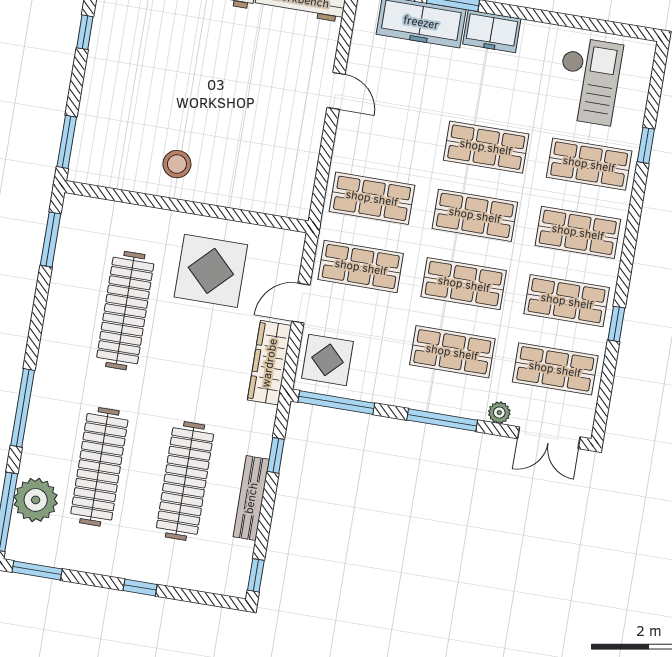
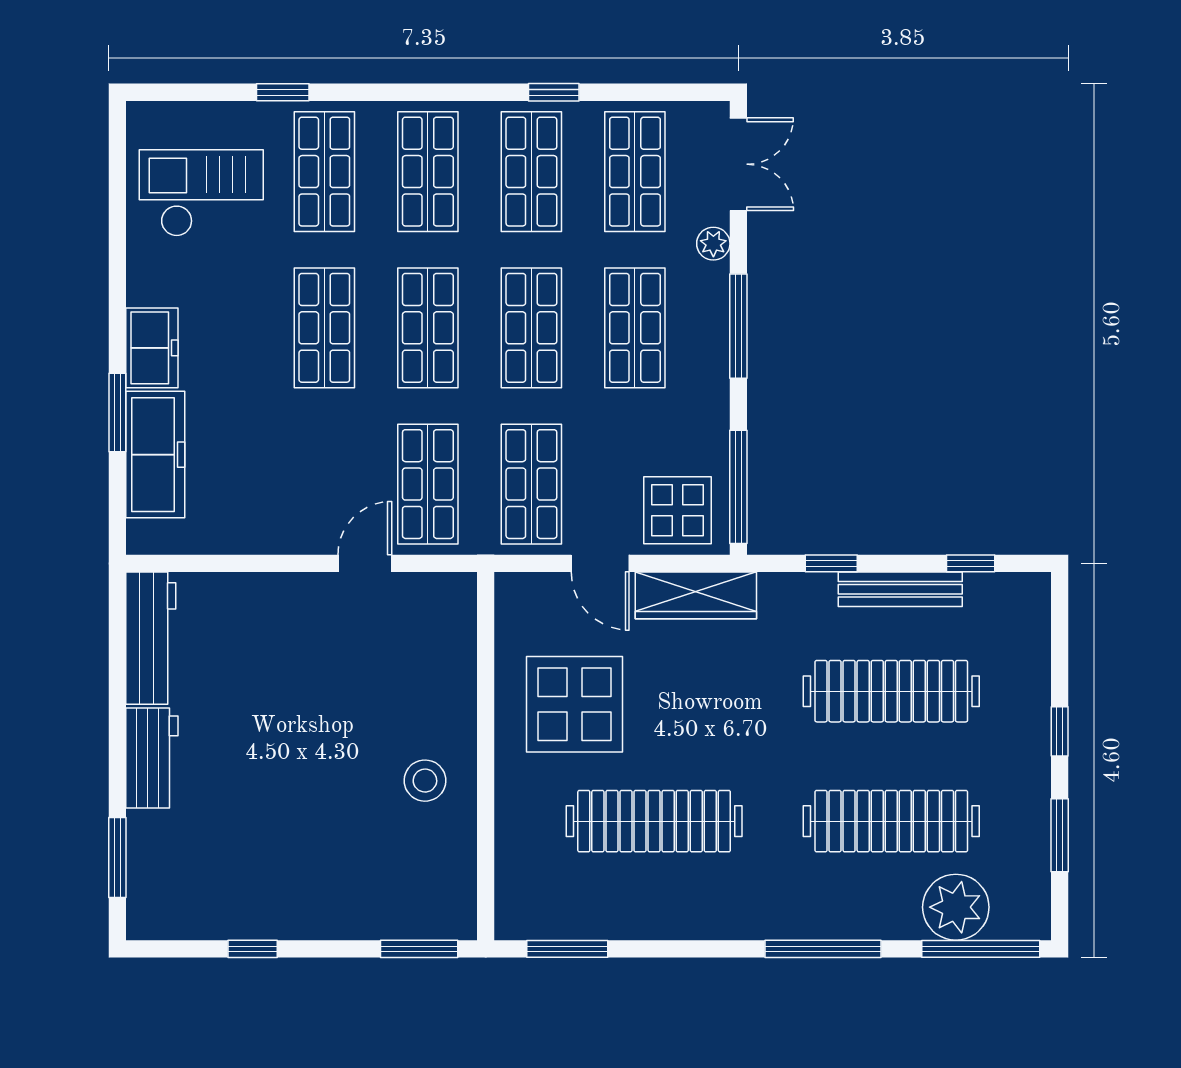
door: (336, 91) -> (365, 563), moved
window: (37, 570) -> (1060, 835), moved
window: (256, 575) -> (971, 563), moved

